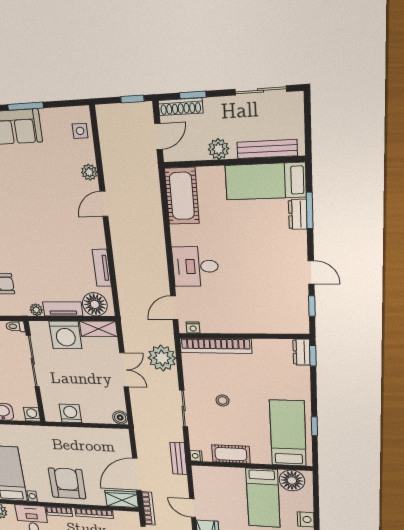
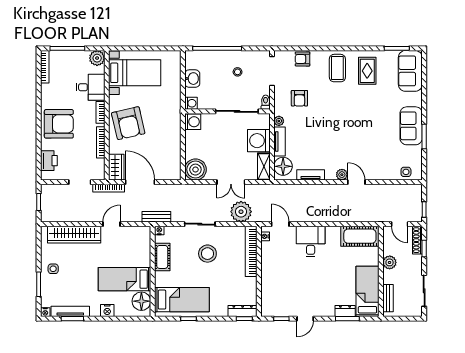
bench: (267, 149) -> (388, 298), width x0.73
plant: (89, 172) -> (342, 175), moved
dresser: (302, 352) -> (243, 311), width x1.44
stool: (223, 400) -> (207, 254), width x1.89, depth x1.89
washing machine: (70, 413) -> (193, 122), moved
boiler: (120, 418) -> (195, 170), width x1.86, depth x1.86
armchair: (67, 483) -> (128, 123), turned 77

